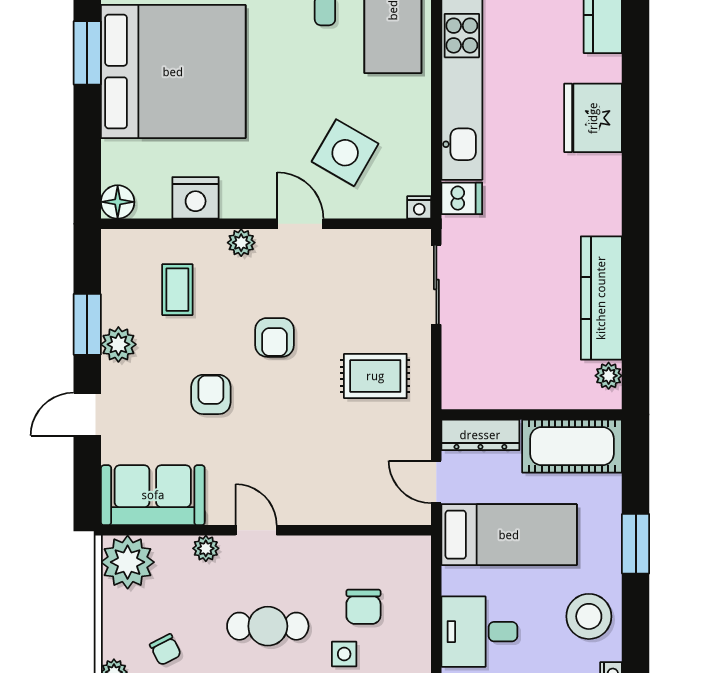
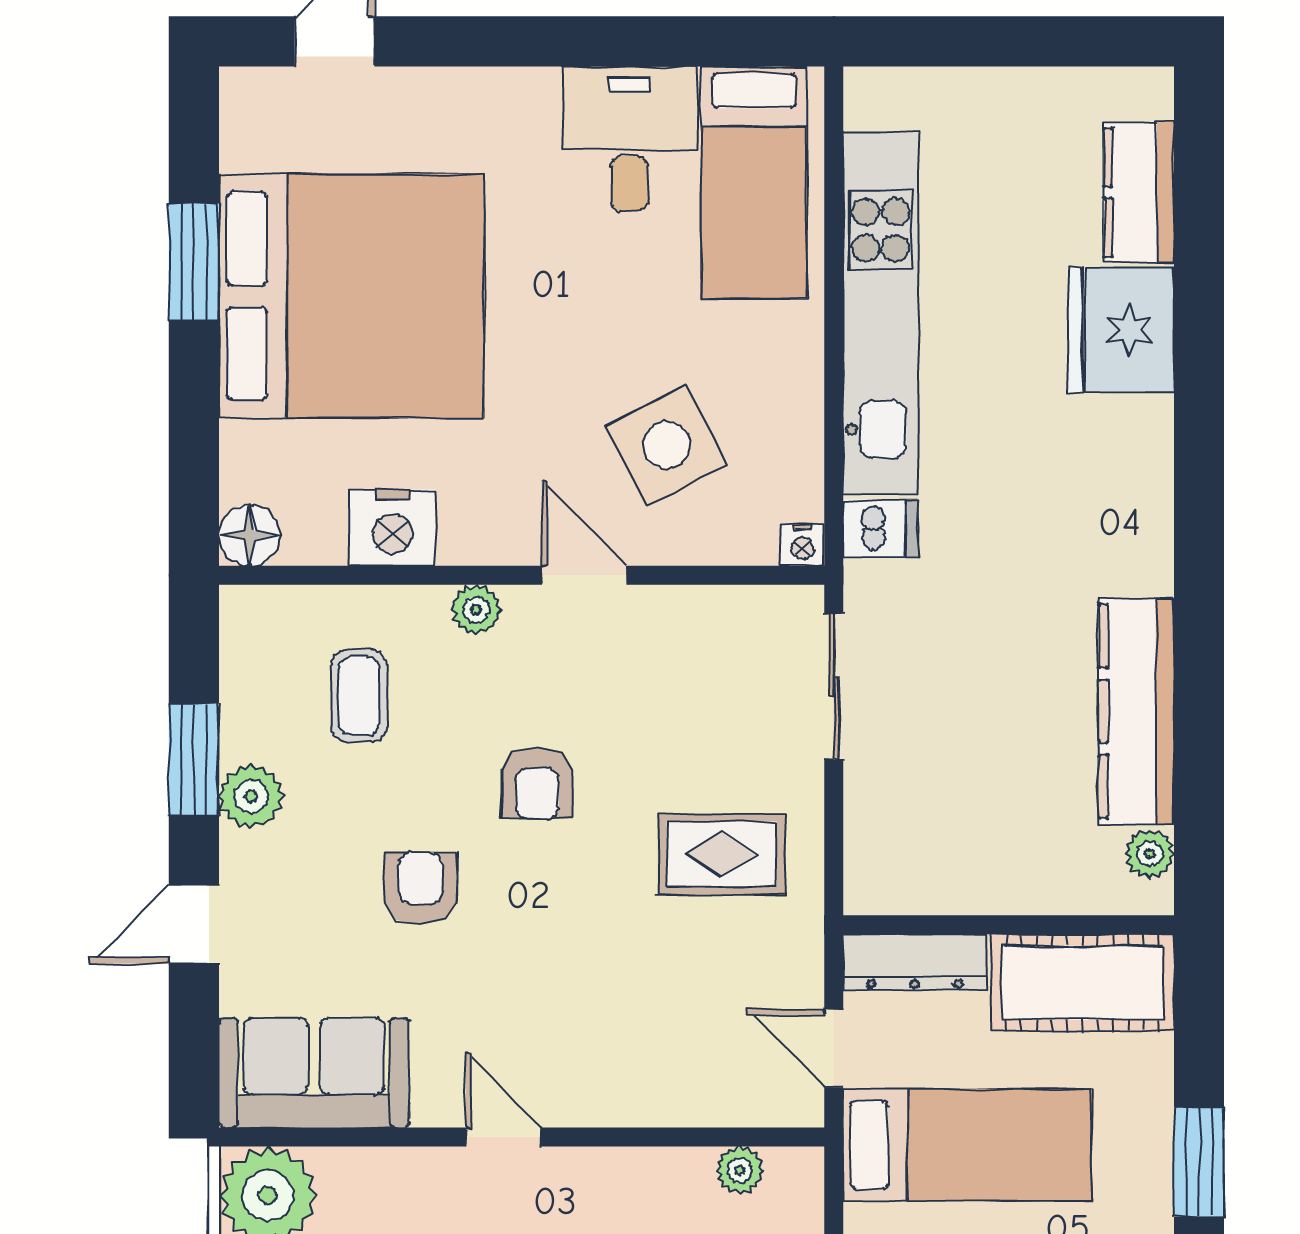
fridge: (593, 118) -> (1121, 330), moved
side table: (345, 153) -> (667, 445), turned 33
plant: (206, 548) -> (740, 1170), moved

